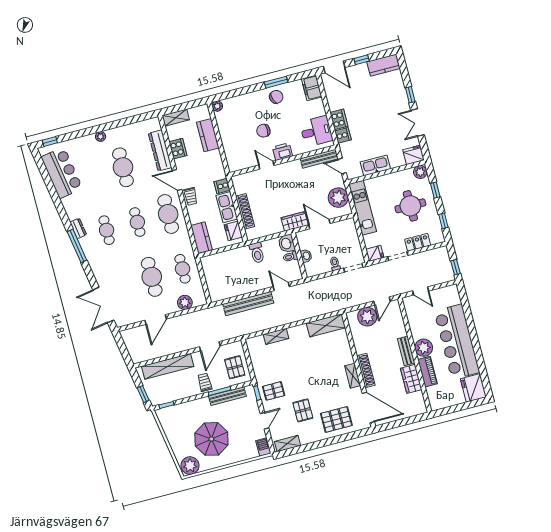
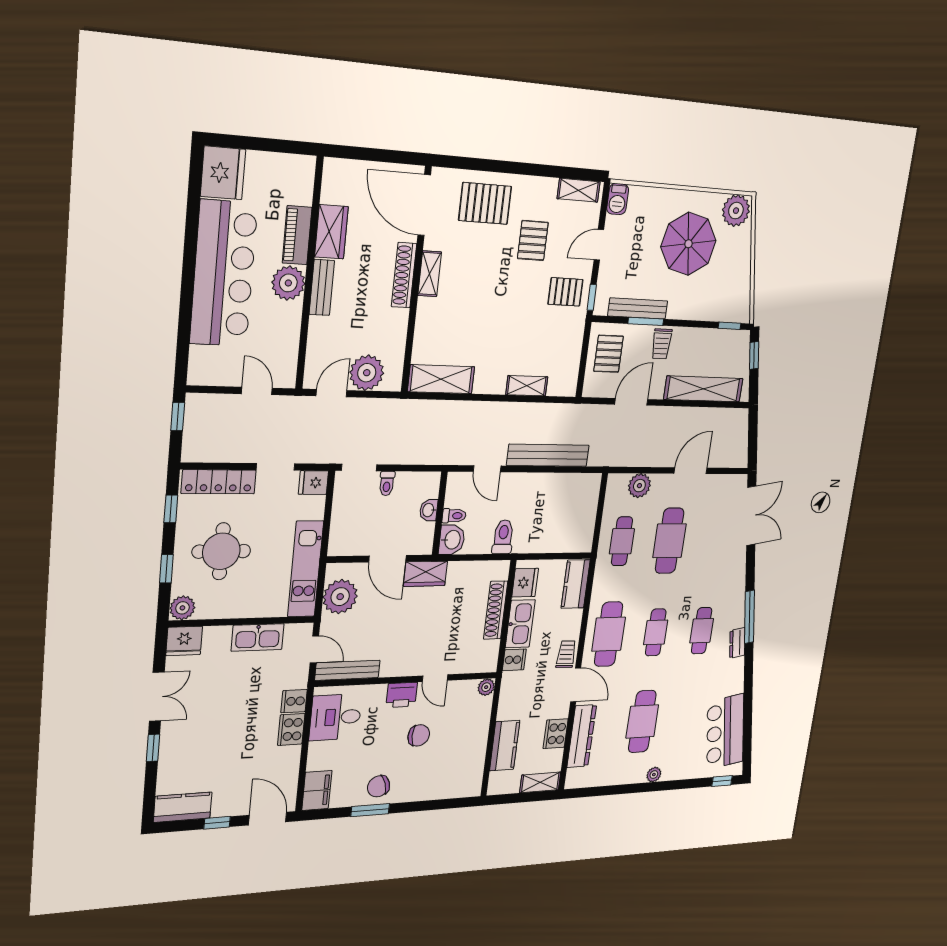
plant: (217, 106) -> (486, 687), moved
locker: (418, 242) -> (219, 482), width x1.53

